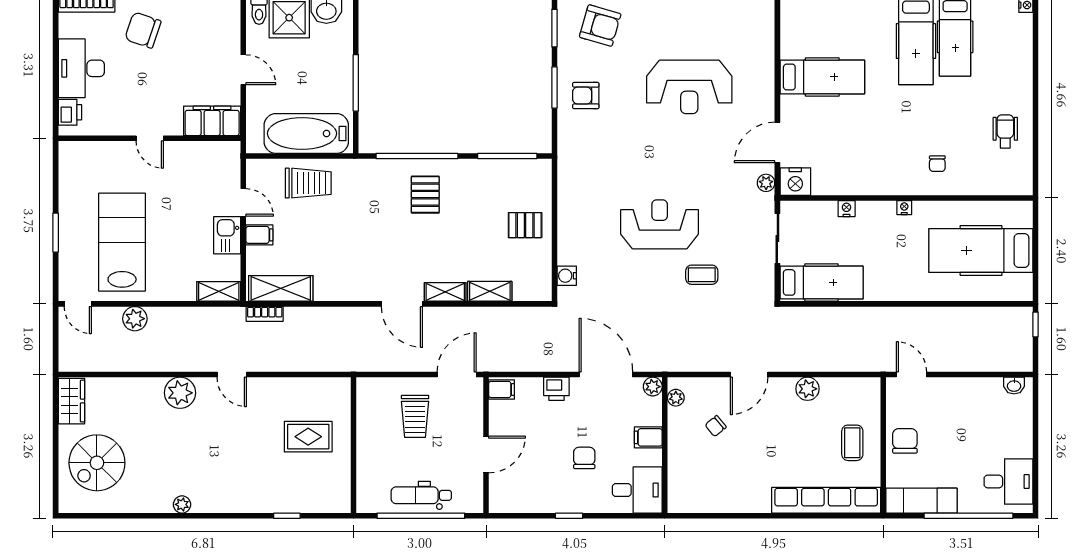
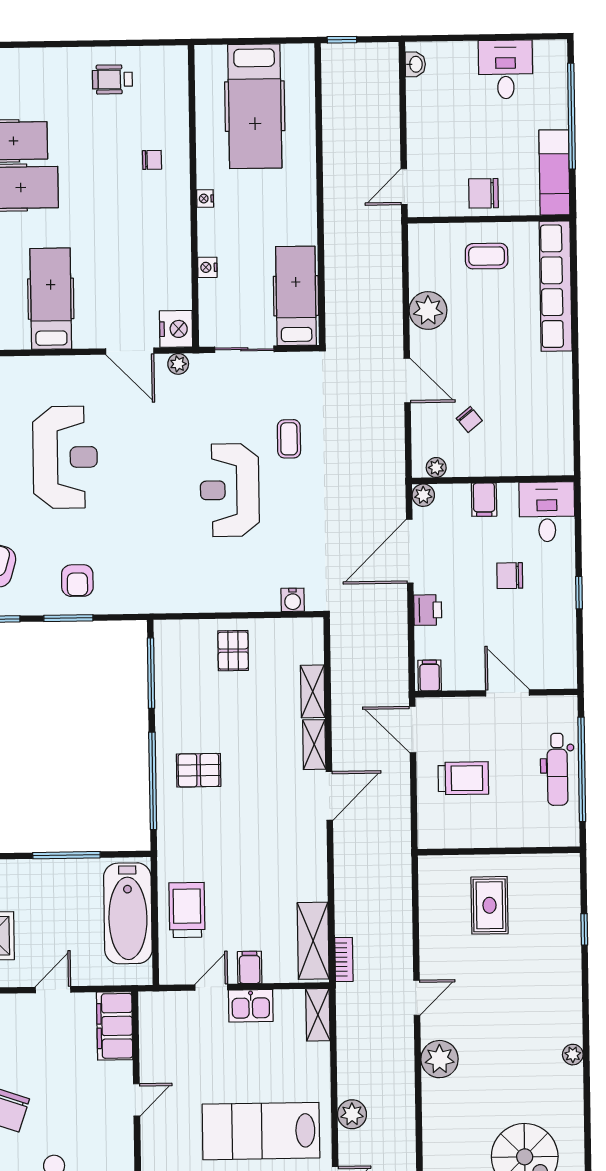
plant: (807, 389) -> (428, 310), width x1.36, depth x1.36
desk: (1008, 482) -> (506, 69), moved

